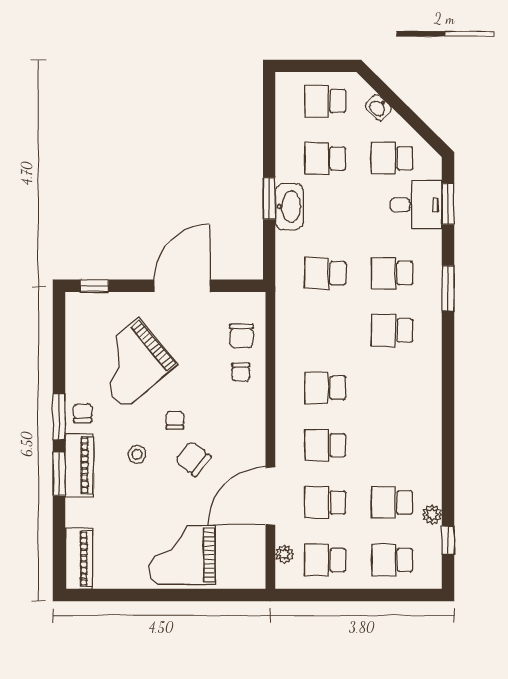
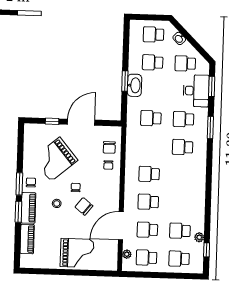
desk: (416, 205) -> (196, 91), width x1.37
window: (94, 286) -> (52, 121), moved
grand piano: (182, 555) -> (77, 253), turned 180
piano: (79, 559) -> (27, 239), moved

